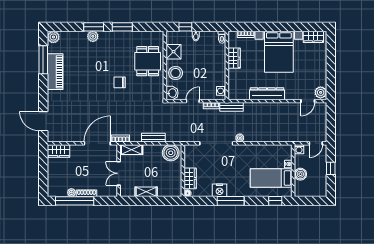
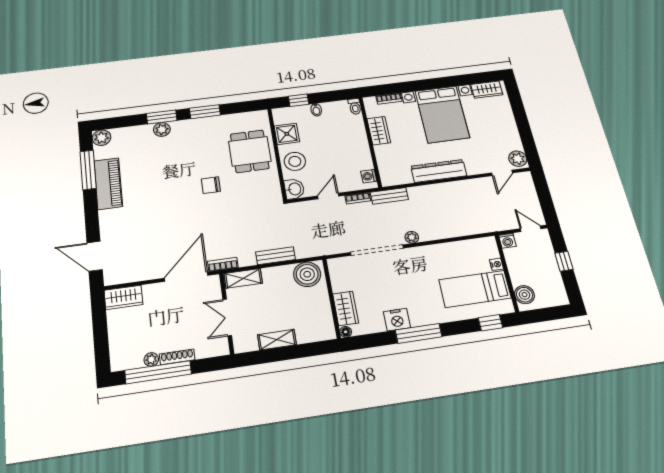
door: (316, 143) -> (531, 229), swing flipped
boiler: (300, 174) -> (524, 295), moved

